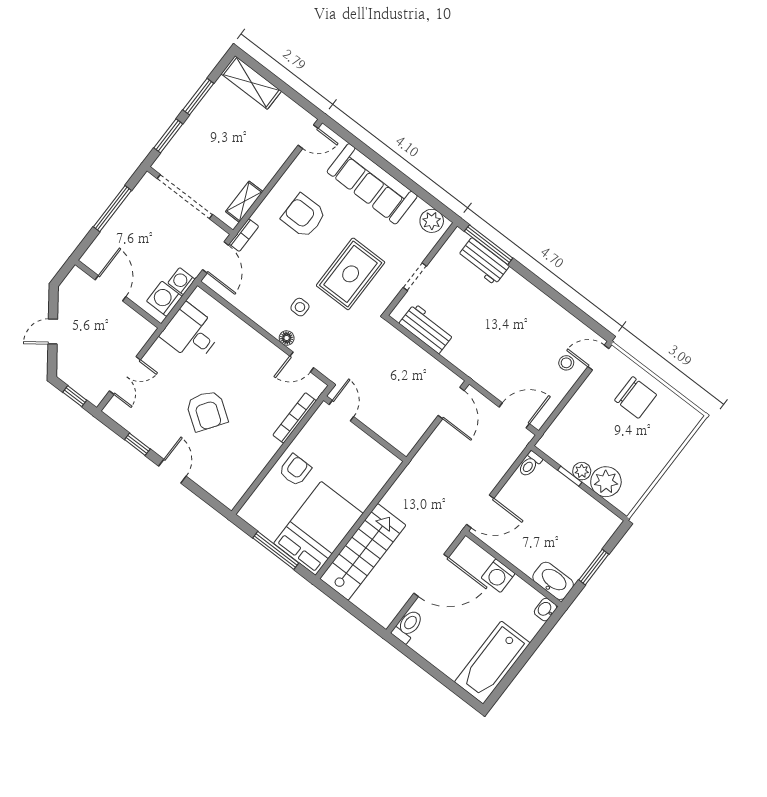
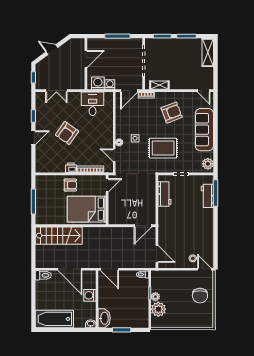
armchair: (304, 216) -> (172, 113), turned 69
printer: (268, 448) -> (71, 168), added
bed: (318, 528) -> (87, 209), moved, turned 180

